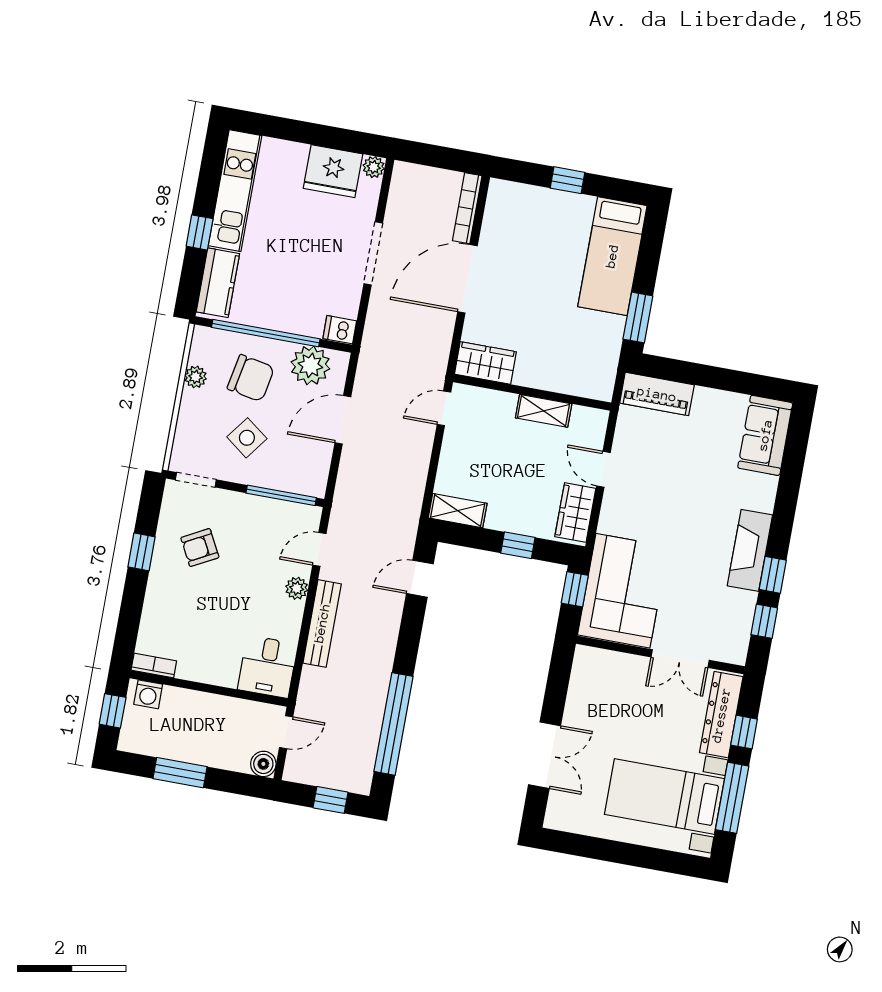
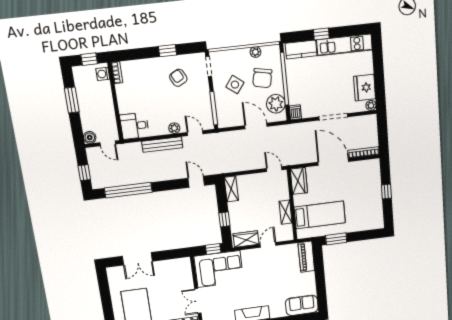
bed: (612, 256) -> (320, 215), moved, turned 180

